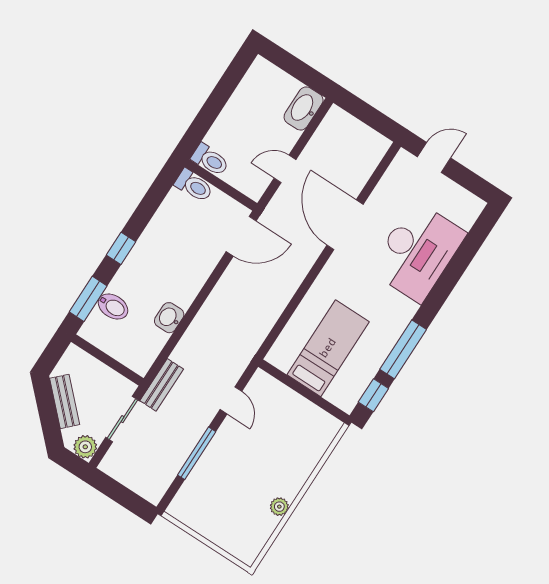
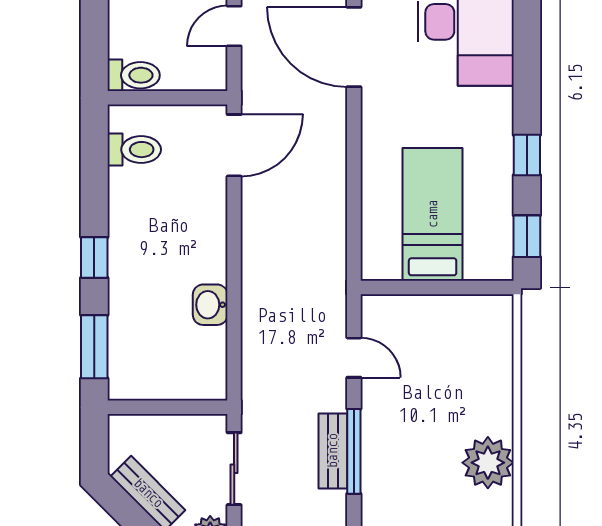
toilet: (194, 186) -> (134, 150), moved
bidet: (113, 306) -> (131, 336), removed
window: (403, 349) -> (527, 155), width x0.46
bench: (162, 385) -> (333, 451), moved
plant: (279, 507) -> (488, 463), width x1.88, depth x1.88

